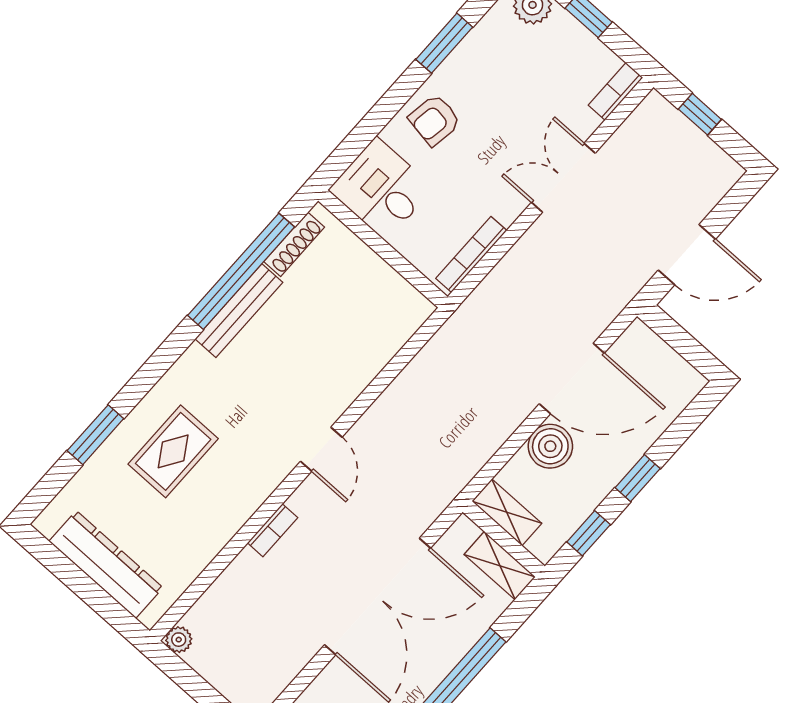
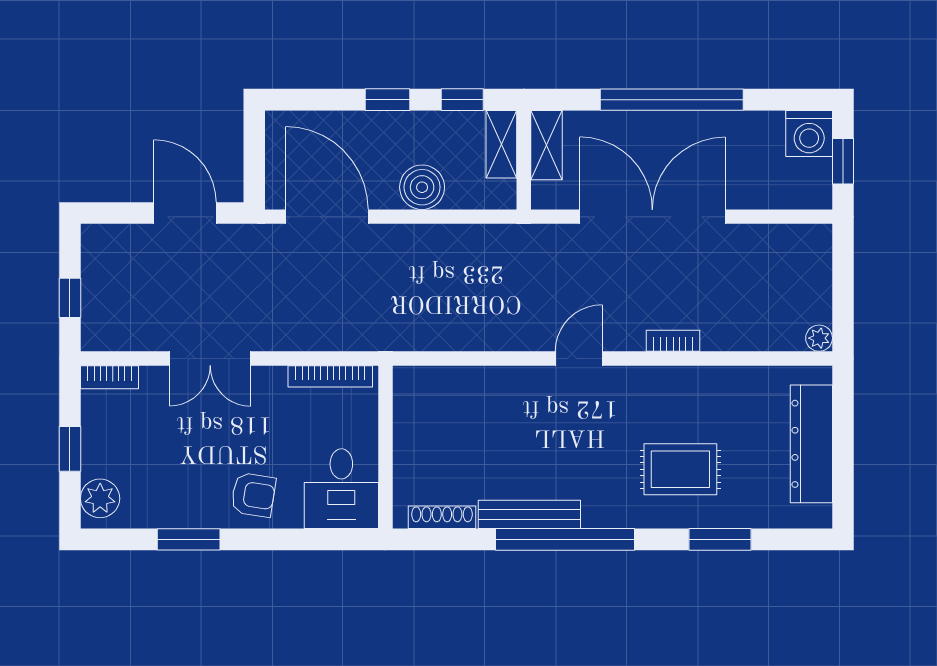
window: (241, 271) -> (565, 539), moved
door: (572, 378) -> (327, 217), moved
shelving: (507, 512) -> (501, 144), moved

